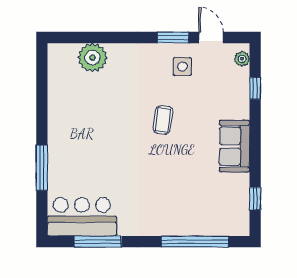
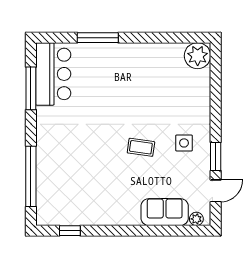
plant: (92, 58) -> (198, 56), moved
side table: (182, 67) -> (184, 143), moved
window: (255, 88) -> (170, 231), removed
sofa: (234, 146) -> (165, 212), moved

